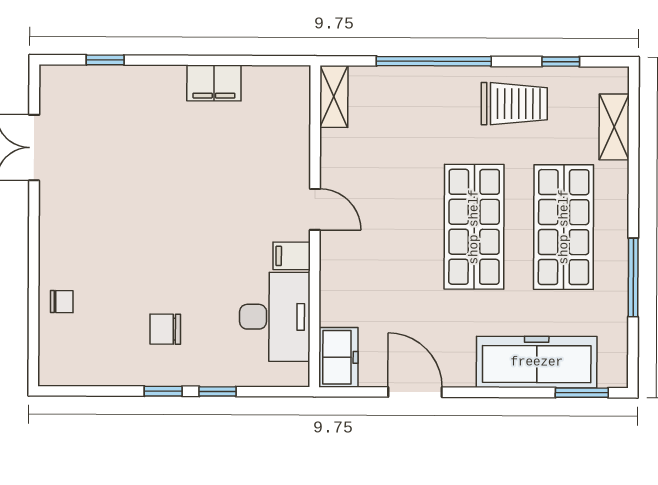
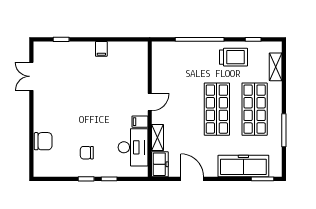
filing cabinet: (214, 83) -> (101, 49), width x0.50
shelving: (334, 96) -> (158, 138), moved
door: (315, 209) -> (150, 102), hinge flipped
chair: (62, 302) -> (43, 141), width x1.87, depth x1.87

